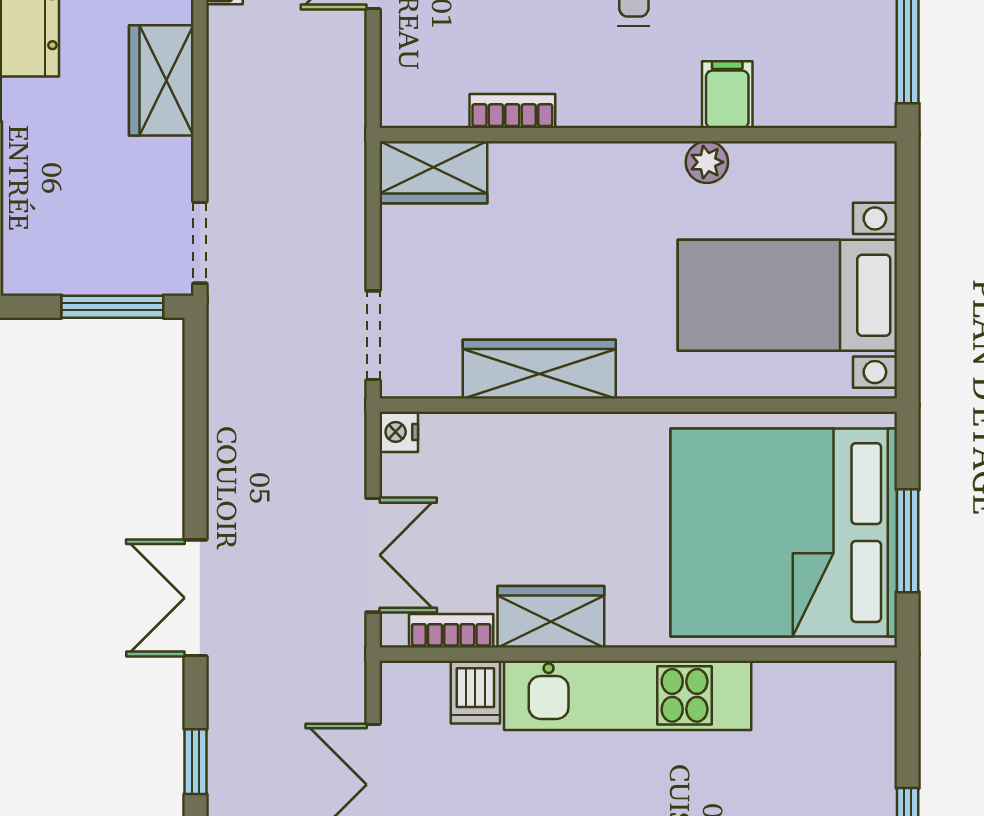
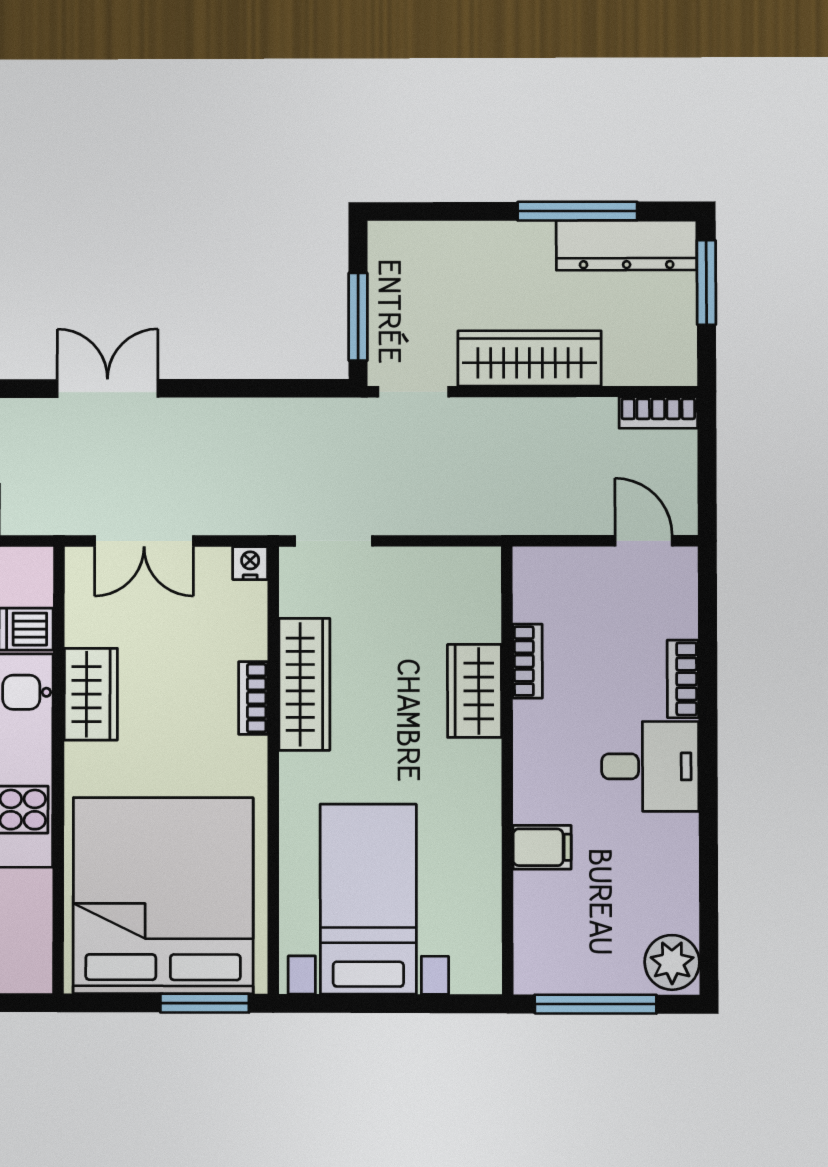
wardrobe: (161, 80) -> (529, 358), width x1.50
plant: (707, 162) -> (484, 830), removed
wardrobe: (433, 172) -> (474, 691), moved
window: (908, 541) -> (205, 1003), moved
bookcase: (451, 631) -> (253, 698), moved, turned 180

